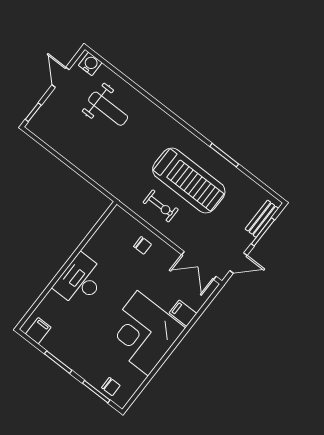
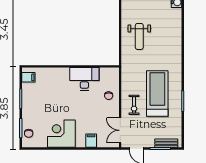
weight bench: (108, 109) -> (139, 36), moved
treadmill: (189, 180) -> (157, 94), turned 180
exercise bike: (161, 206) -> (134, 105), moved
desk: (80, 281) -> (84, 79), moved
corner desk: (143, 333) -> (61, 134), width x0.74, depth x0.74

